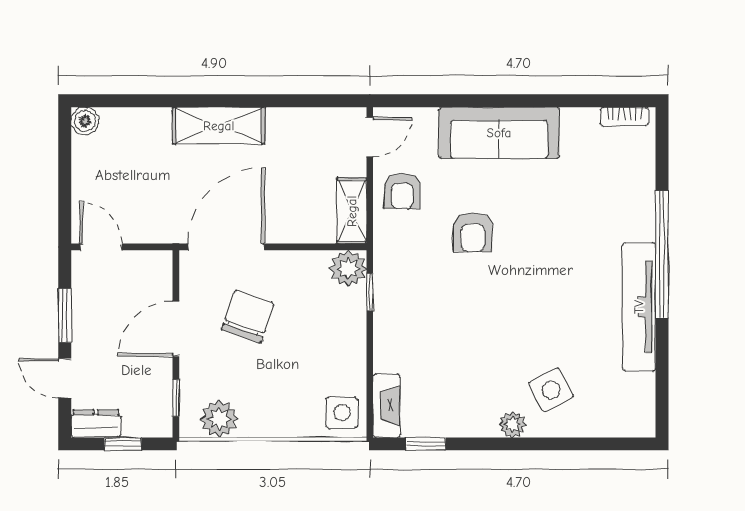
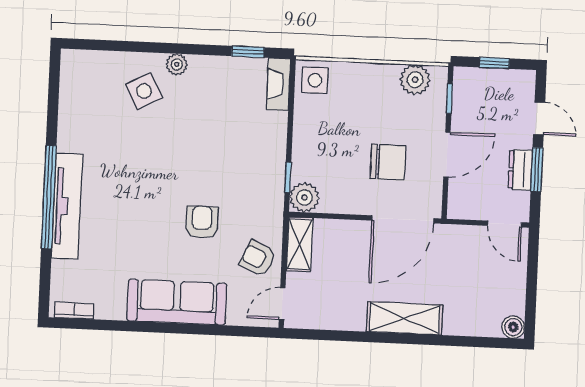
armchair: (402, 191) -> (258, 258), turned -66
tv unit: (639, 307) -> (67, 206), moved
chair: (248, 316) -> (388, 162), turned -109
dresser: (96, 424) -> (520, 170), moved, turned 90

